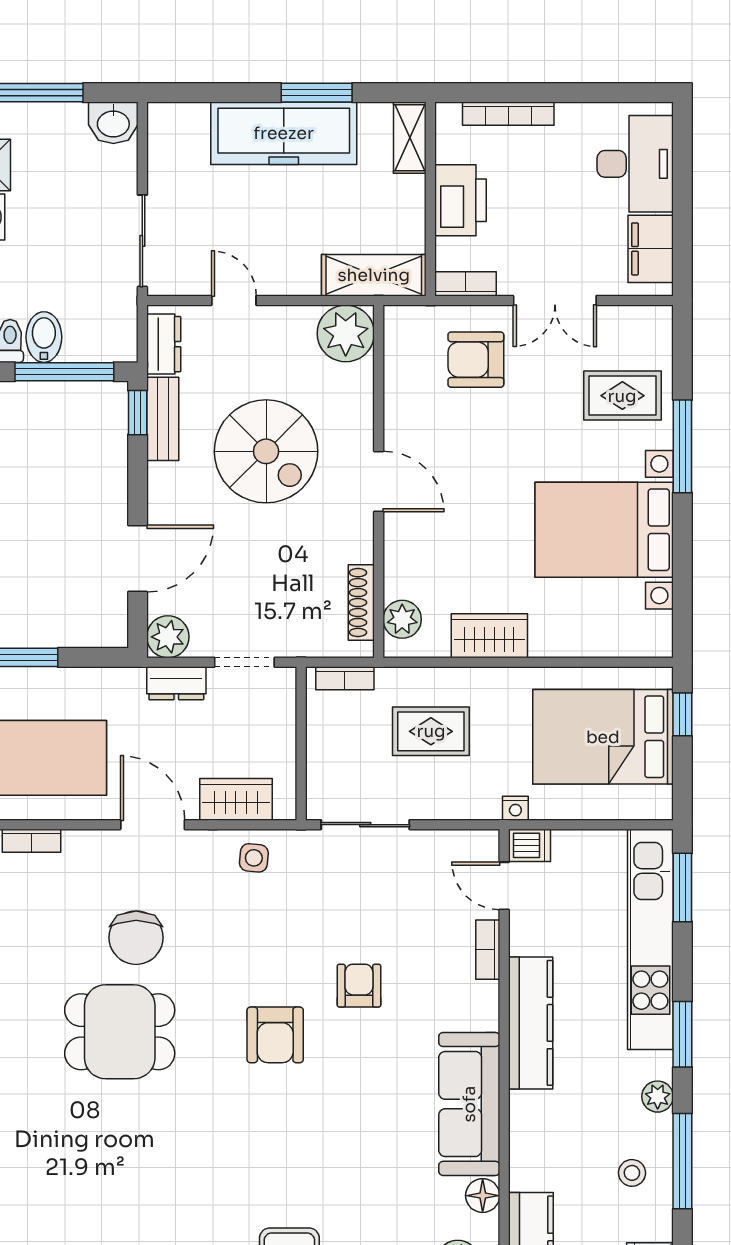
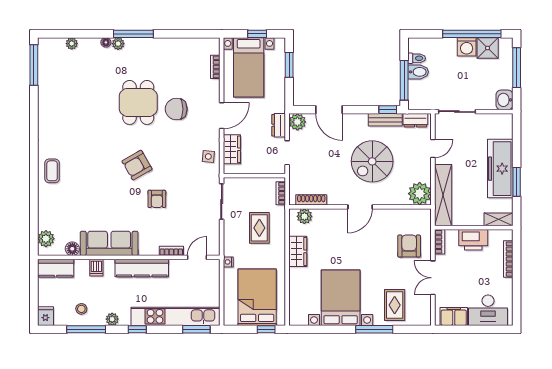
shelving: (374, 275) -> (443, 195), width x1.47
dishwasher: (529, 845) -> (96, 268), moved
armchair: (359, 986) -> (157, 199), turned 90
window: (682, 1034) -> (137, 329), width x0.67
armchair: (275, 1035) -> (137, 165), turned -30

